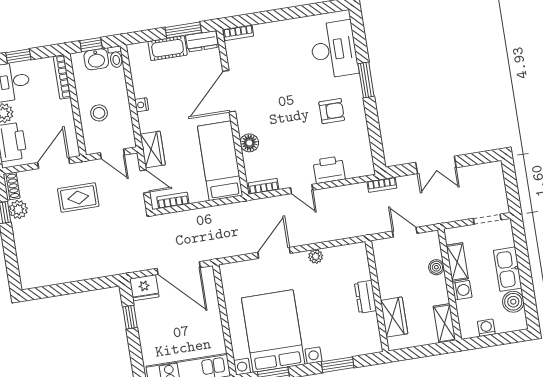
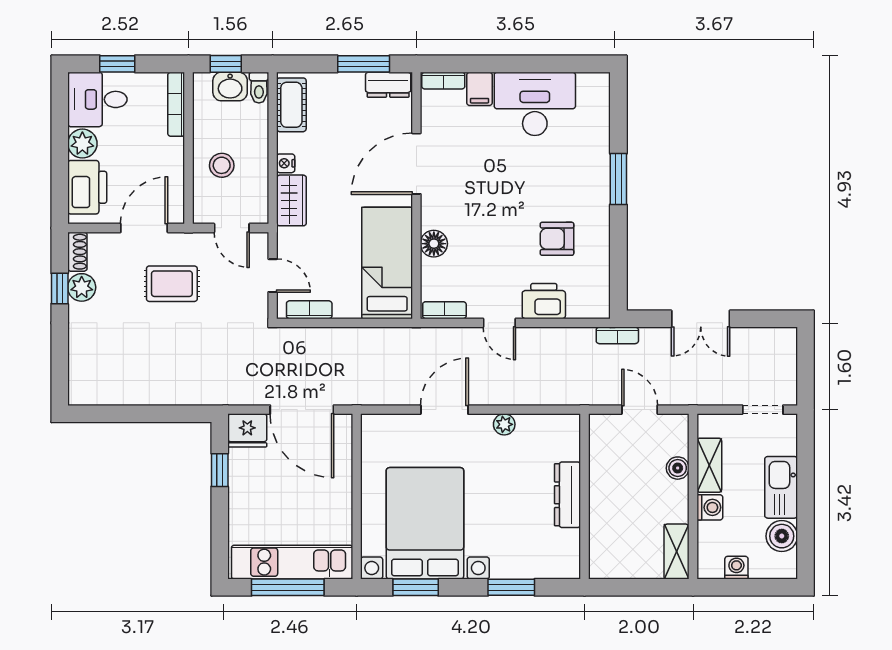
filing cabinet: (264, 34) -> (480, 89), added
cot: (168, 48) -> (291, 105), moved, turned 90
desk: (334, 50) -> (535, 104), moved, turned -90
armchair: (332, 111) -> (557, 239), moved, turned 180
wardrobe: (153, 149) -> (291, 200), moved
dresser: (365, 297) -> (568, 495), width x1.44
wardrobe: (394, 317) -> (605, 531), removed

